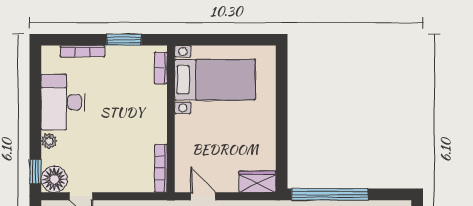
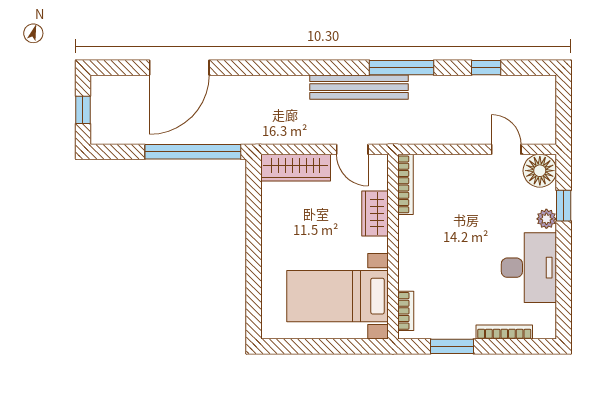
wardrobe: (185, 145) -> (375, 213), added
window: (35, 171) -> (564, 206), moved
wardrobe: (257, 182) -> (296, 168), width x1.50

